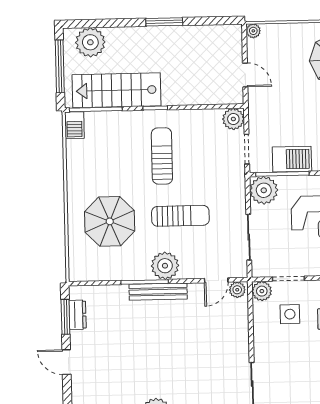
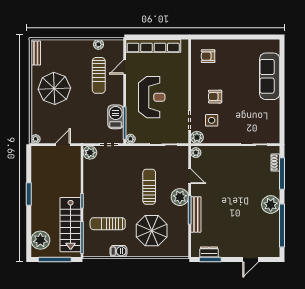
barbecue: (74, 125) -> (118, 251), moved
sun lounger: (162, 156) -> (108, 224), moved
plant: (264, 190) -> (130, 139), width x0.53, depth x0.53
door: (216, 280) -> (190, 176), moved
bench: (158, 292) -> (196, 214), moved
door: (66, 362) -> (251, 259), moved

